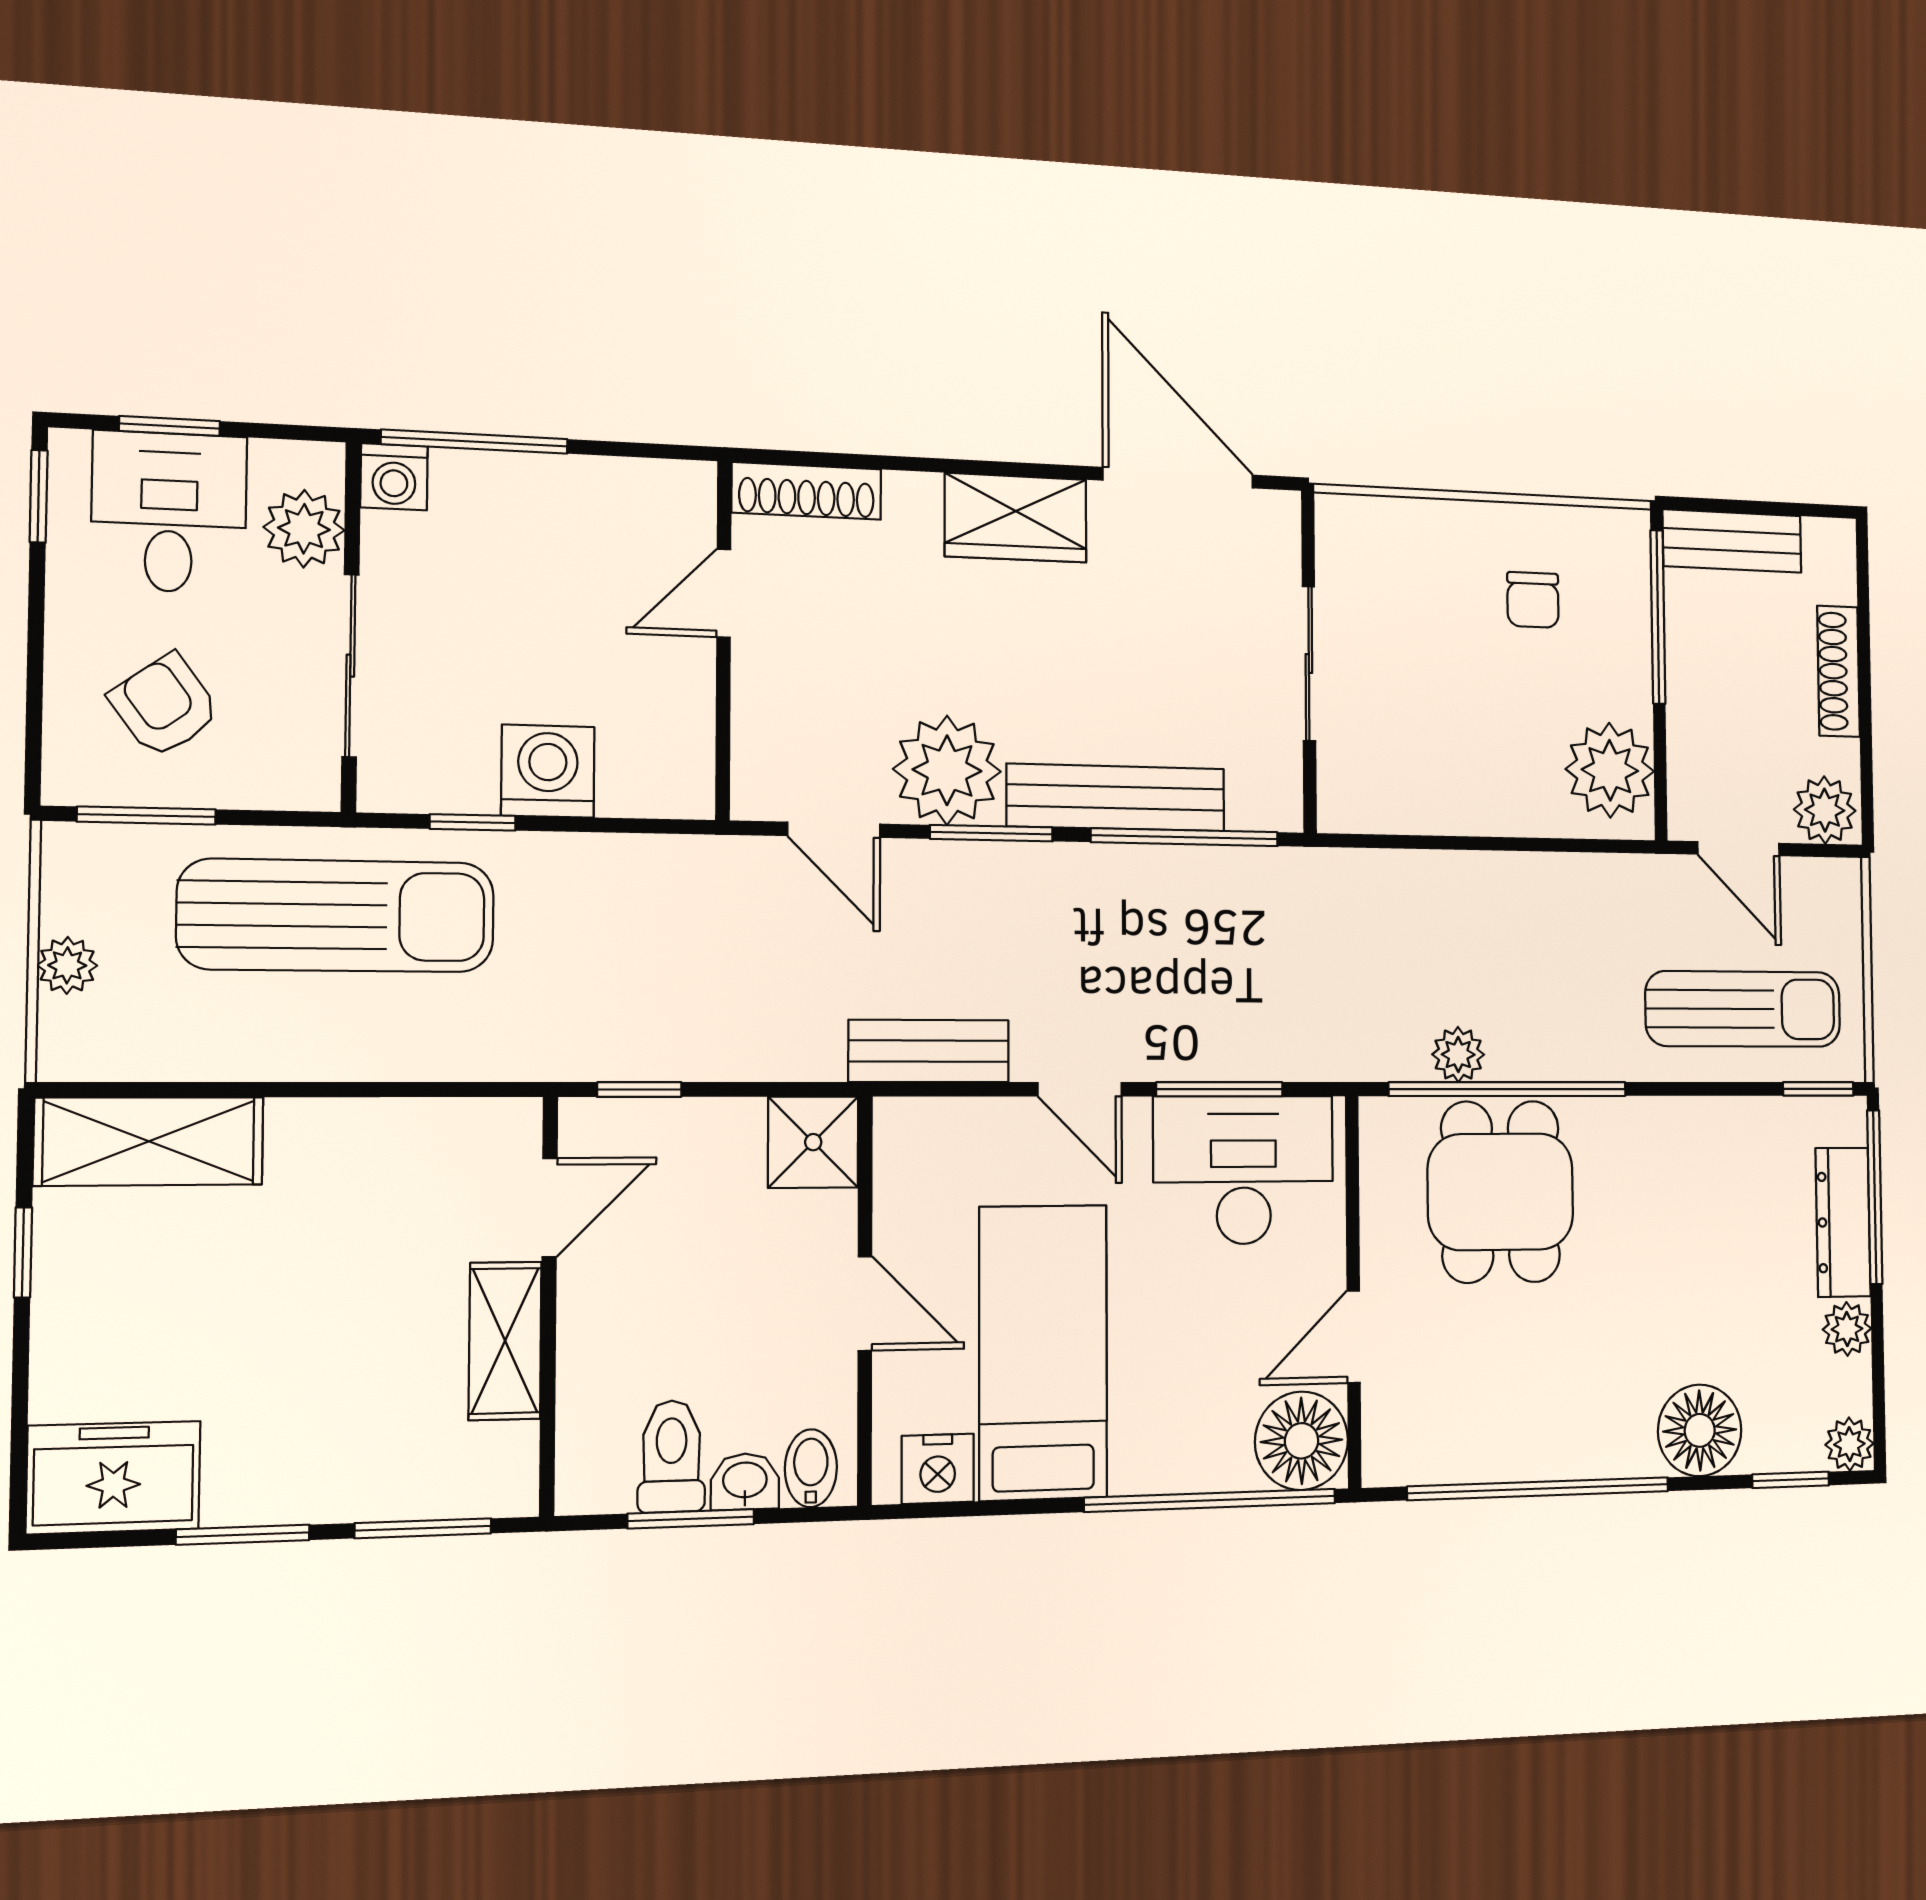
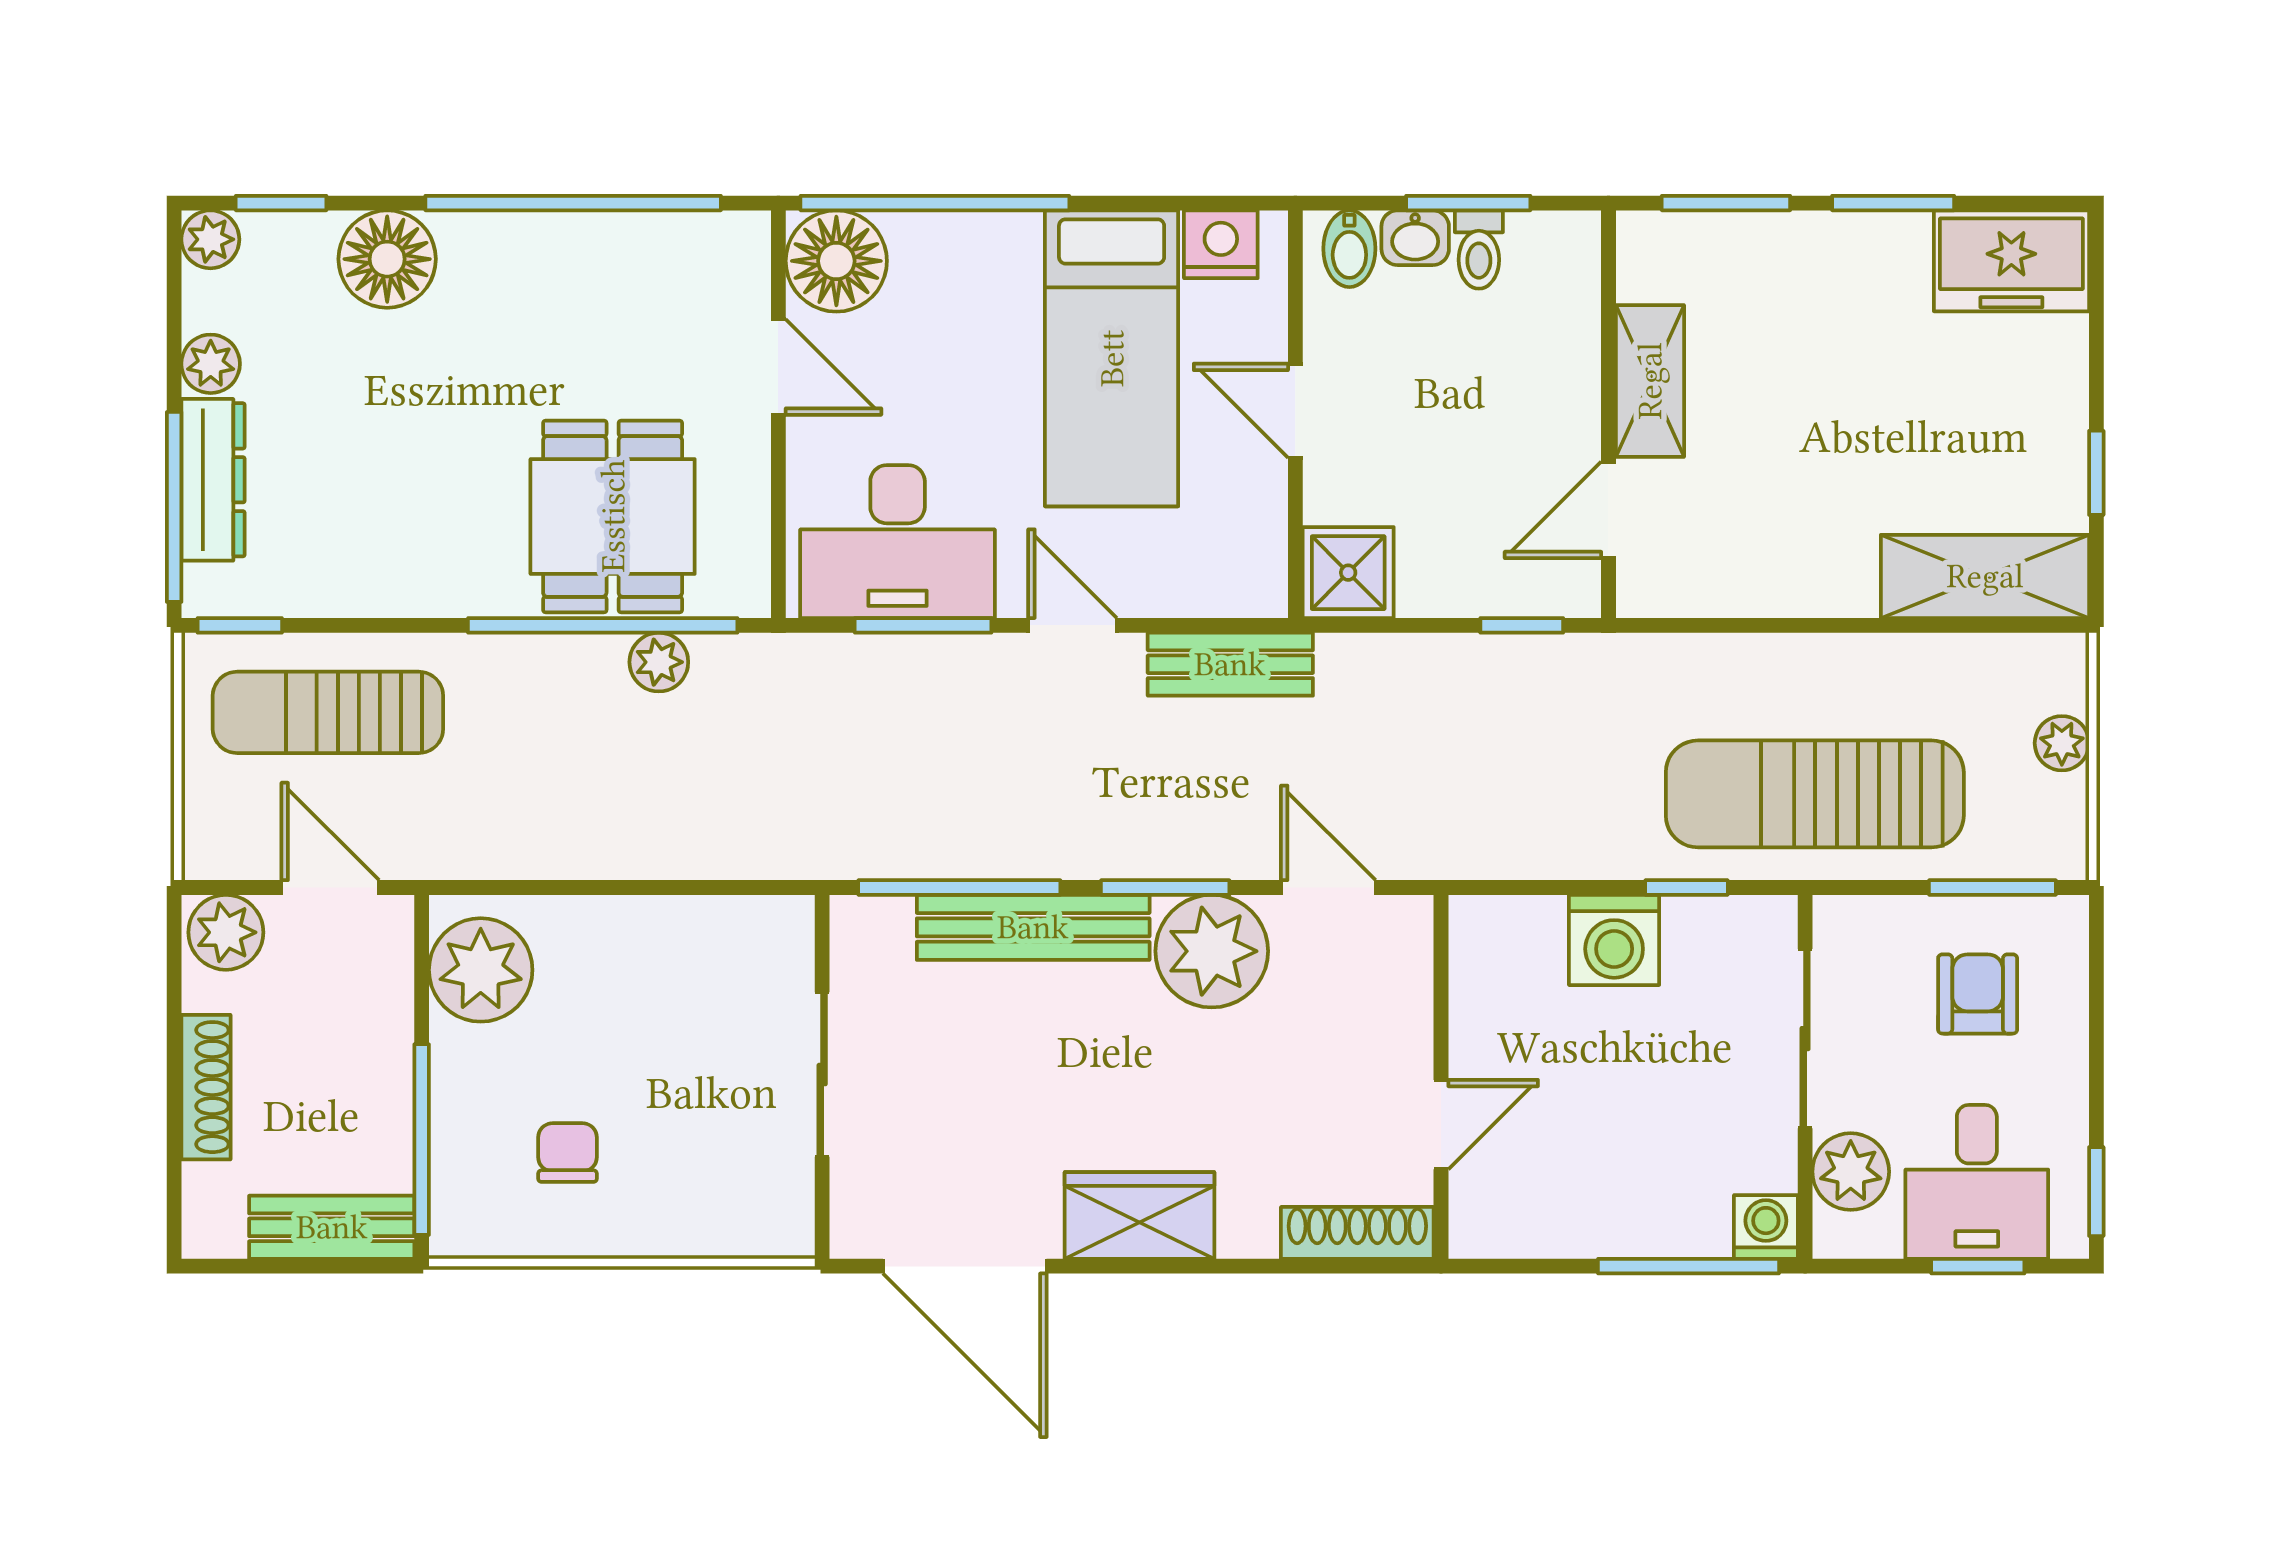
armchair: (165, 706) -> (1978, 994), turned -144
door: (1354, 1337) -> (778, 367), hinge flipped
toilet: (671, 1456) -> (1479, 250), width x0.73, depth x0.72

